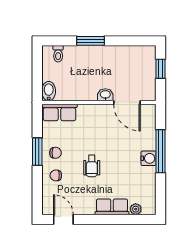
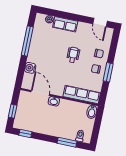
window: (90, 41) -> (67, 142), moved
window: (136, 41) -> (25, 133), added
row of seats: (59, 112) -> (82, 95), width x1.48
window: (161, 151) -> (27, 41), moved
water cooler: (149, 158) -> (30, 68), moved

